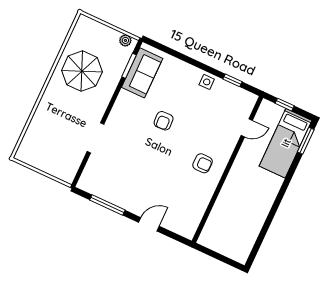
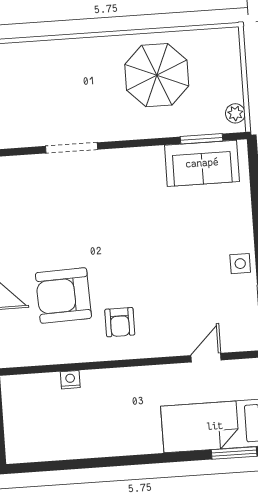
armchair: (164, 121) -> (63, 295), moved, width x1.88, depth x1.88
door: (247, 128) -> (206, 358), swing flipped
nightstand: (219, 207) -> (70, 380), added

